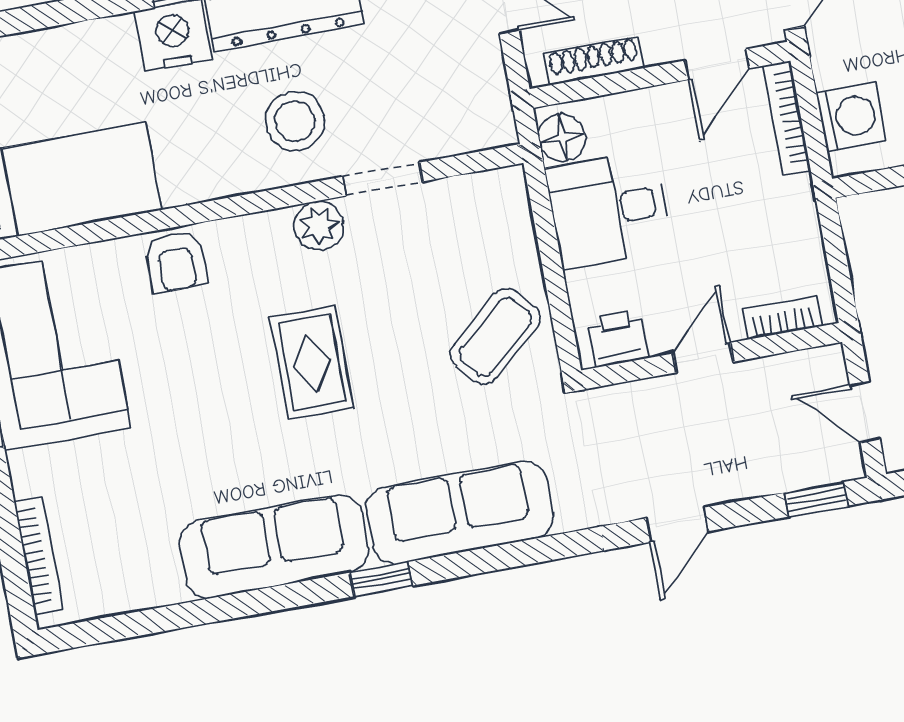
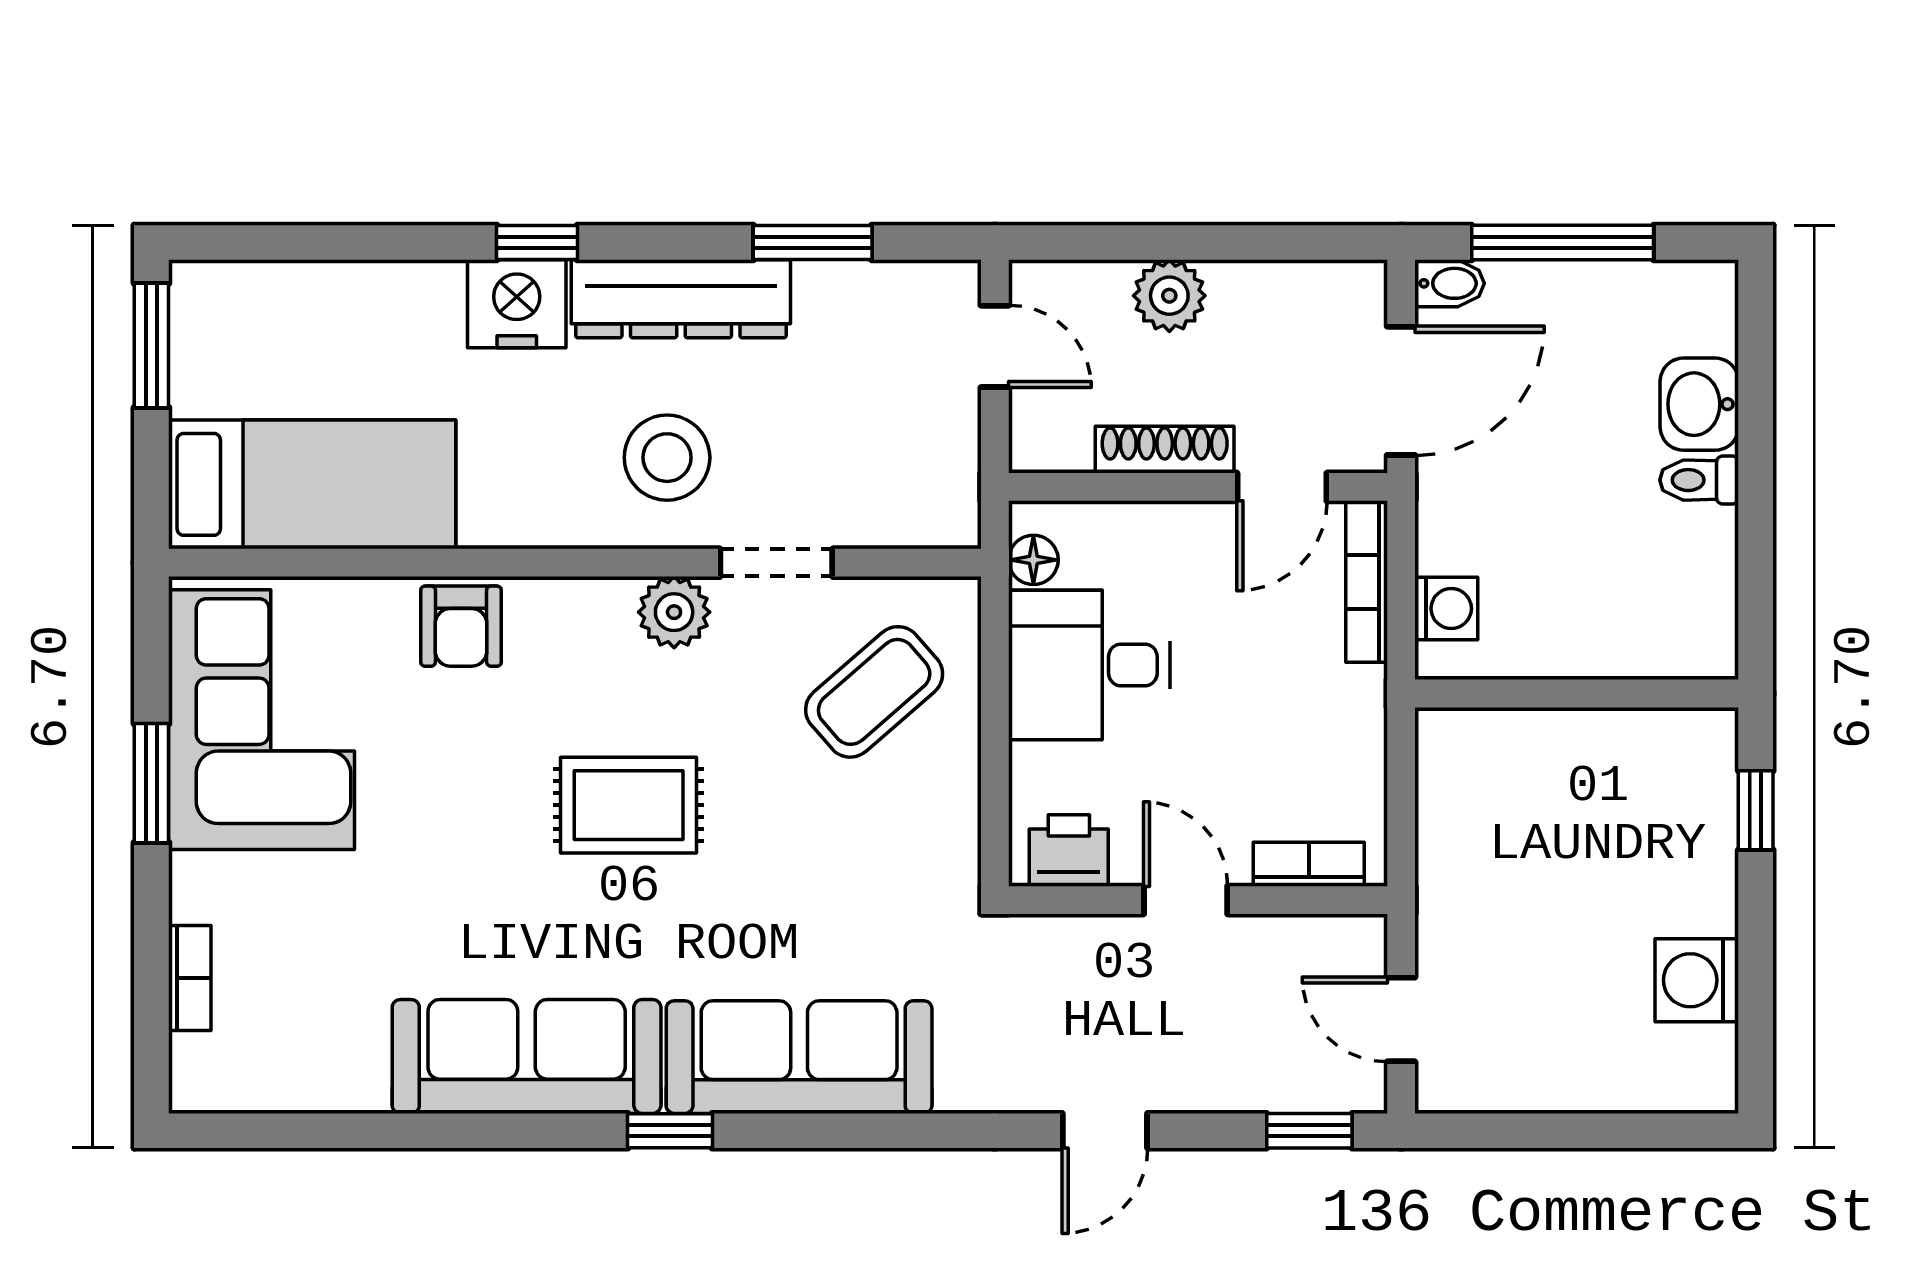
shoe rack: (594, 61) -> (1165, 450), moved
washing machine: (851, 117) -> (1446, 608), width x0.73, depth x0.73
floor lamp: (562, 138) -> (1033, 560), width x0.73, depth x0.73
coffee table: (496, 336) -> (874, 692), moved
door: (703, 358) -> (1186, 900), hinge flipped
rug: (312, 363) -> (629, 805), turned 90
bookcase: (39, 555) -> (190, 978), width x0.64

